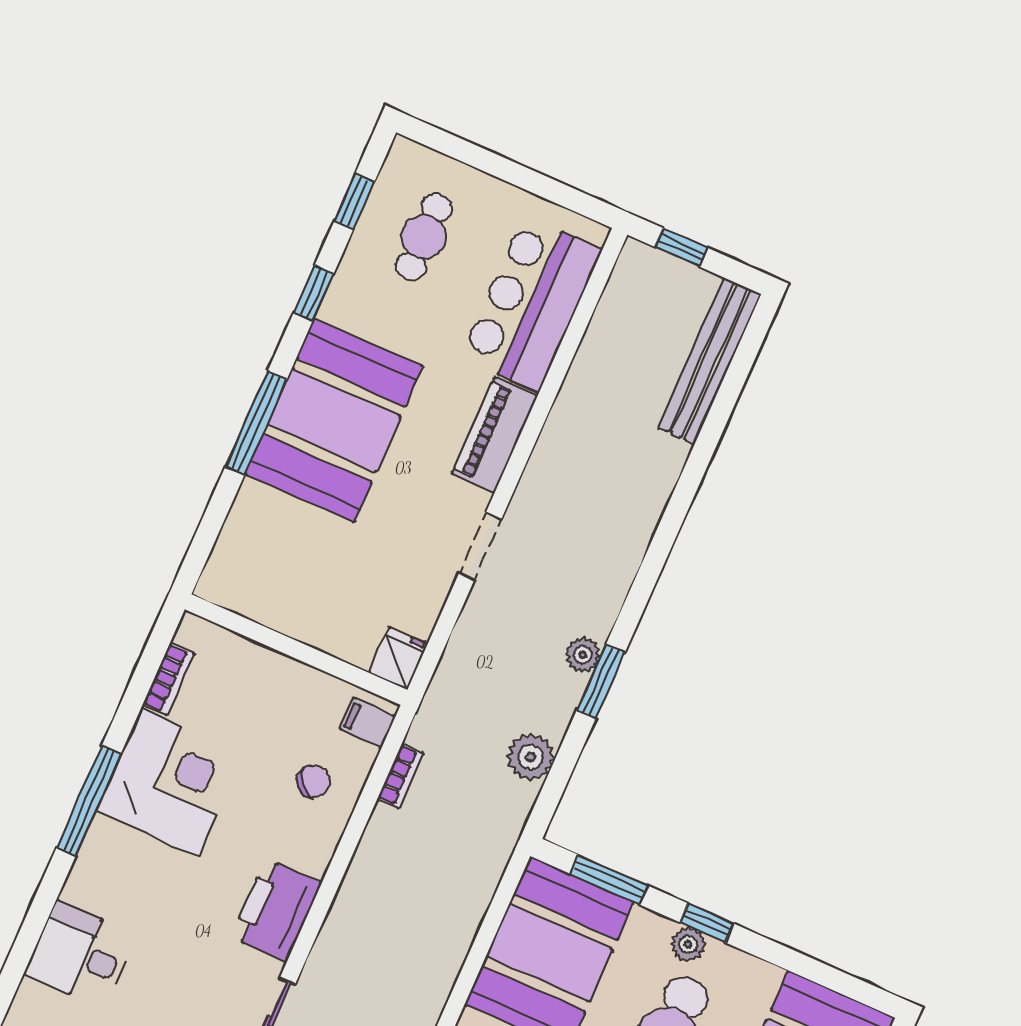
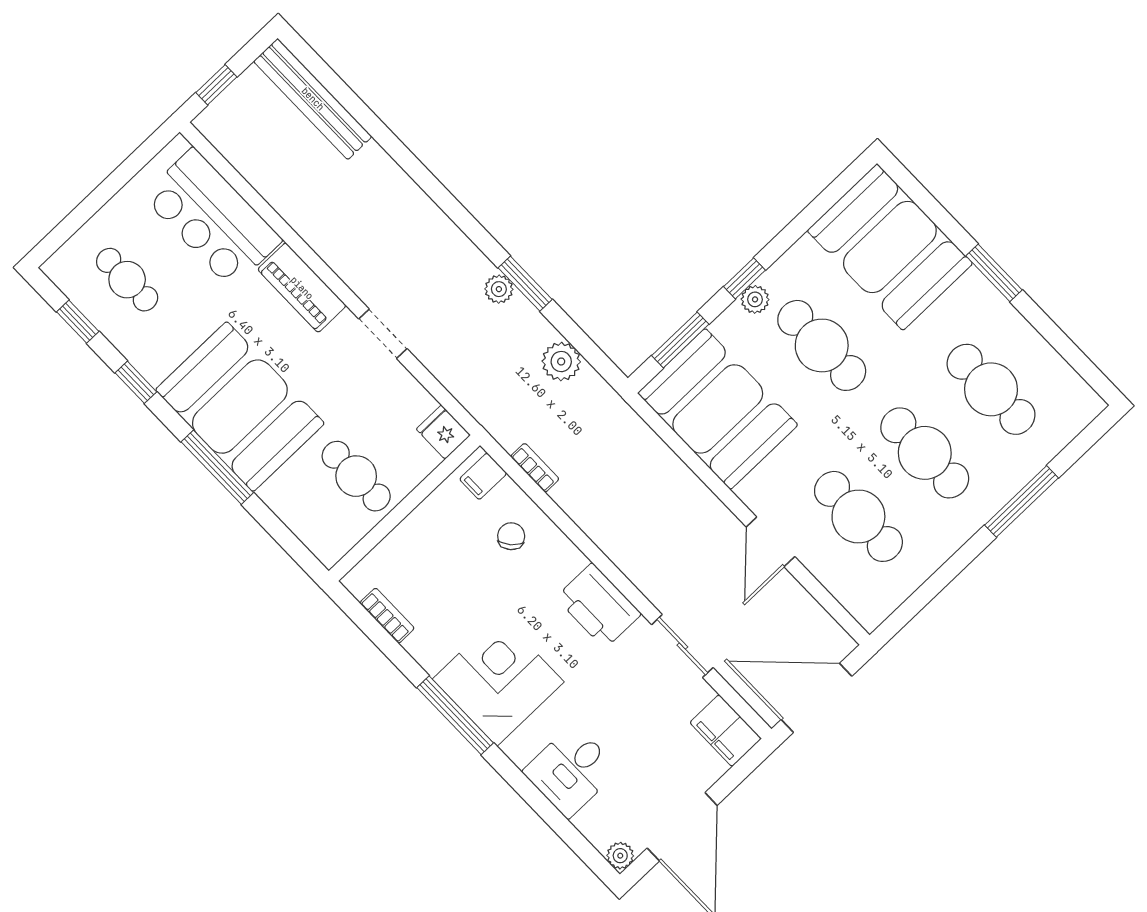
cafe table: (310, 581) -> (356, 476), added
corner desk: (170, 782) -> (498, 680), moved

